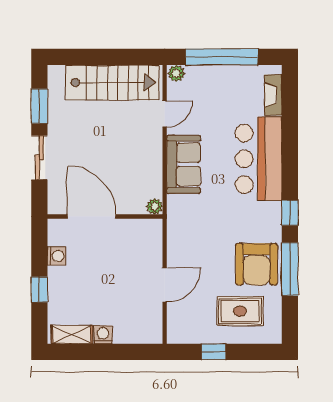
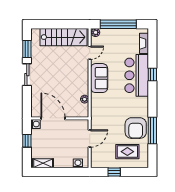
window: (290, 213) -> (152, 74), moved
door: (92, 216) -> (53, 118), moved
wall: (105, 216) -> (60, 118), moved
washing machine: (103, 335) -> (78, 163), moved

